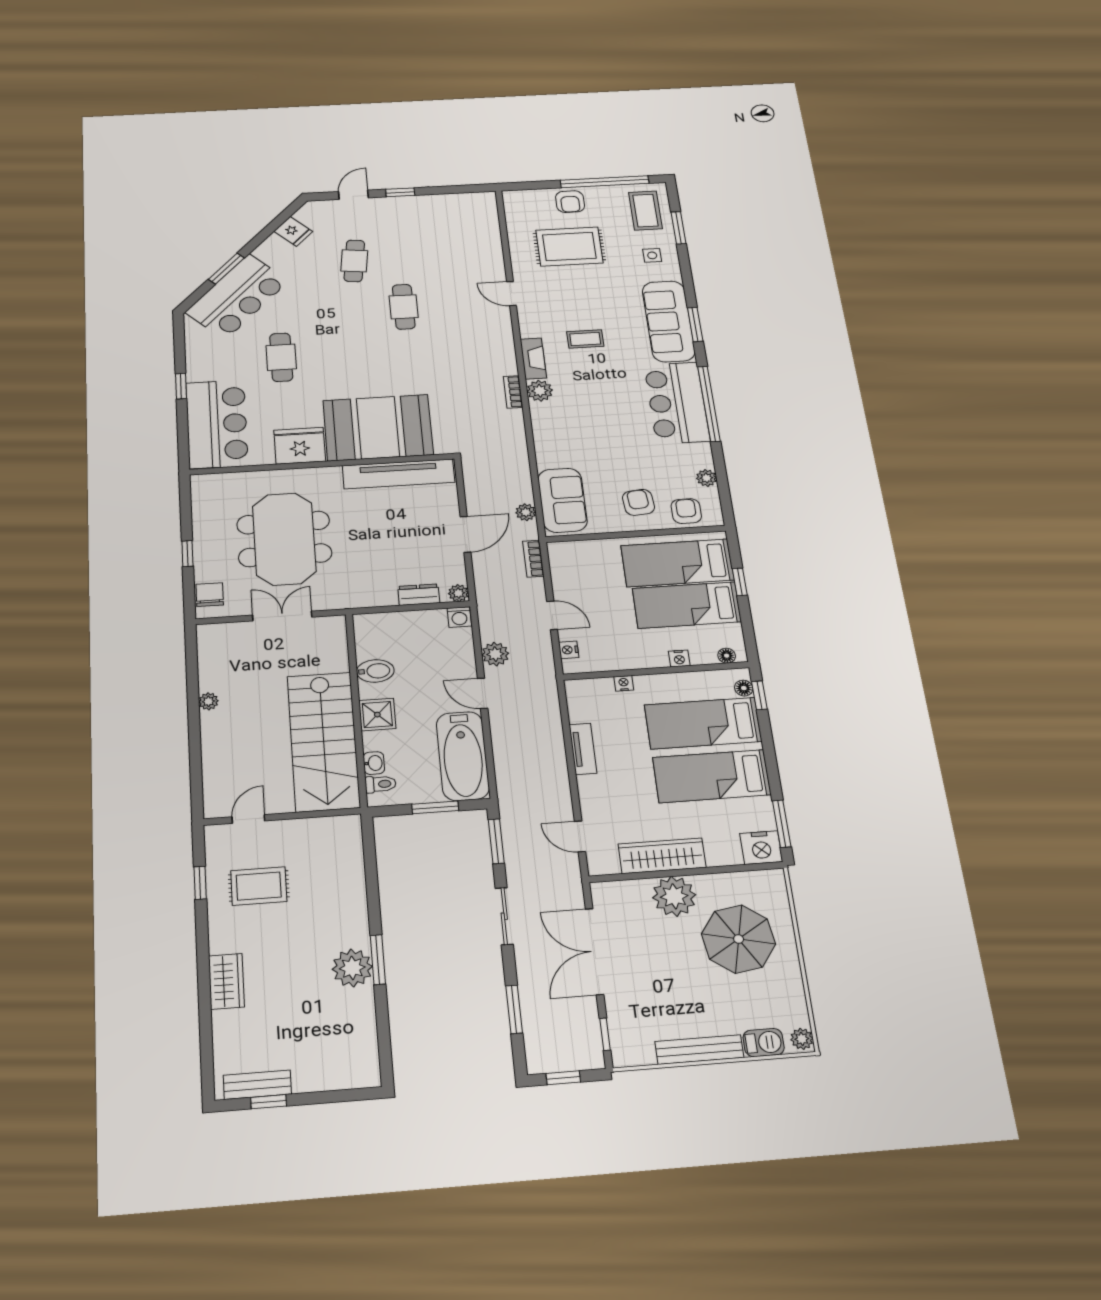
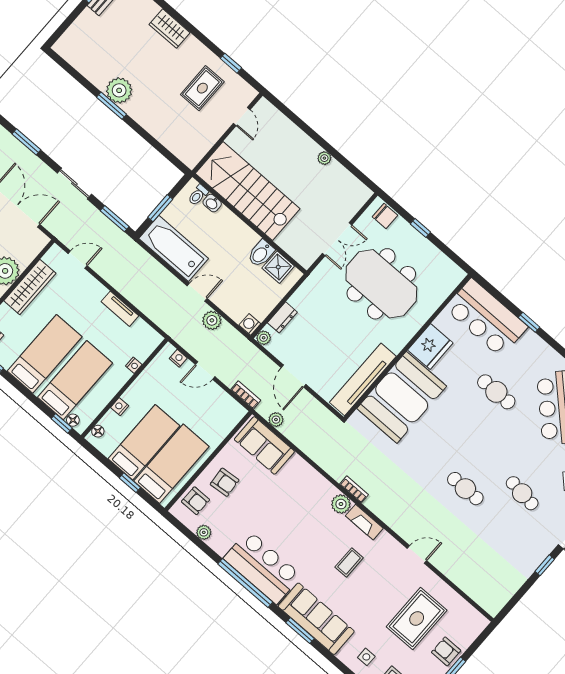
shower: (377, 715) -> (278, 267), moved

